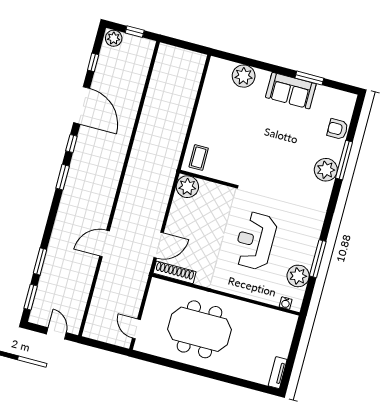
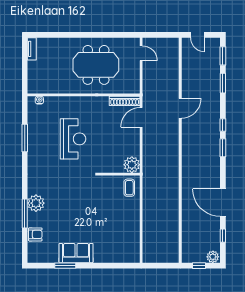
plant: (244, 76) -> (113, 254), removed
window: (71, 144) -> (223, 125), moved
plant: (298, 276) -> (36, 122), removed

